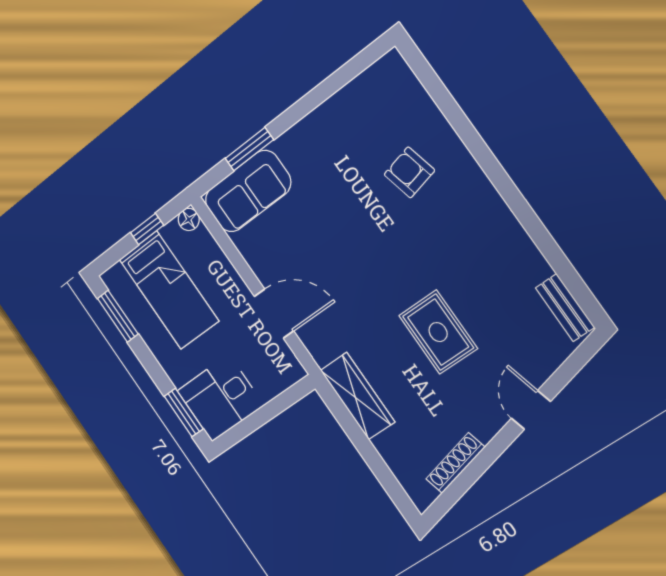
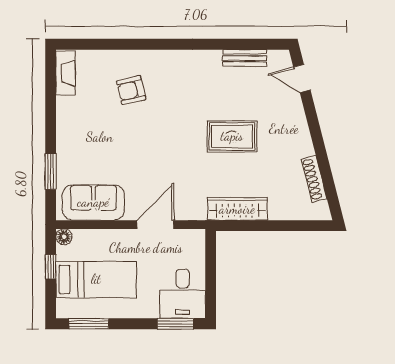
fireplace: (375, 79) -> (65, 73), added
sofa: (248, 191) -> (93, 202), moved, turned -90
bench: (565, 308) -> (245, 58), moved
door: (531, 410) -> (302, 79), moved

